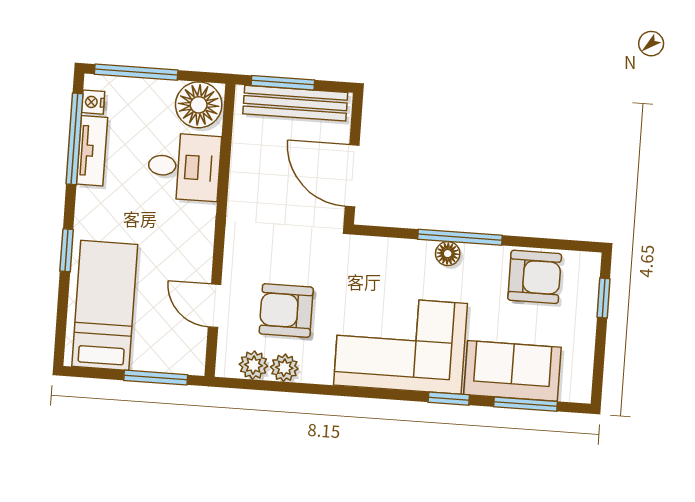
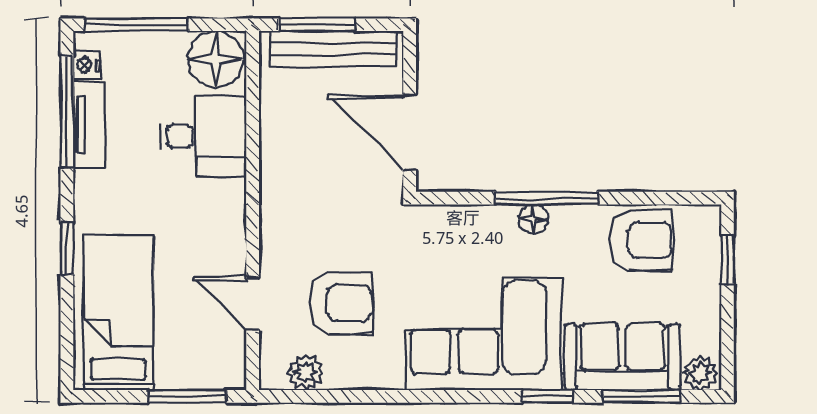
armchair: (286, 310) -> (341, 303), turned 180
plant: (284, 368) -> (700, 373), moved

